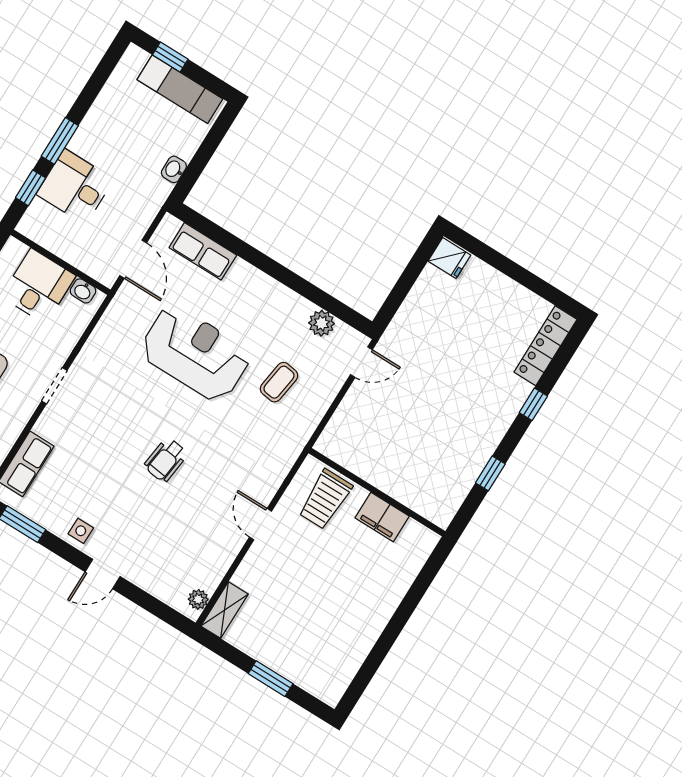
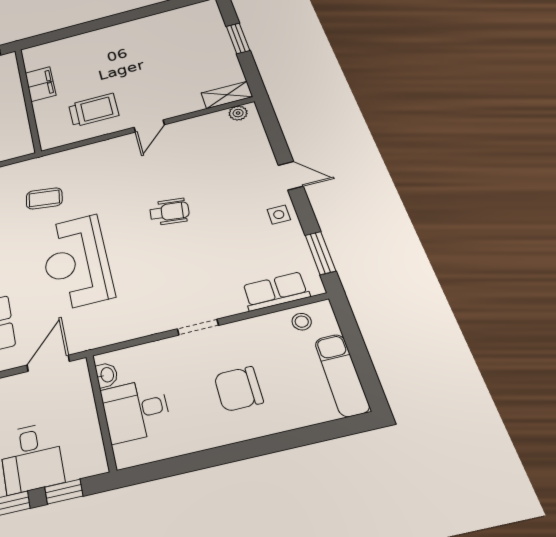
wall: (377, 492) -> (28, 99), moved
filing cabinet: (382, 517) -> (40, 84), moved

